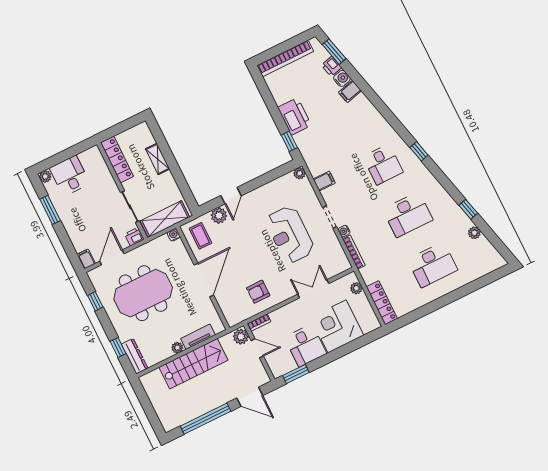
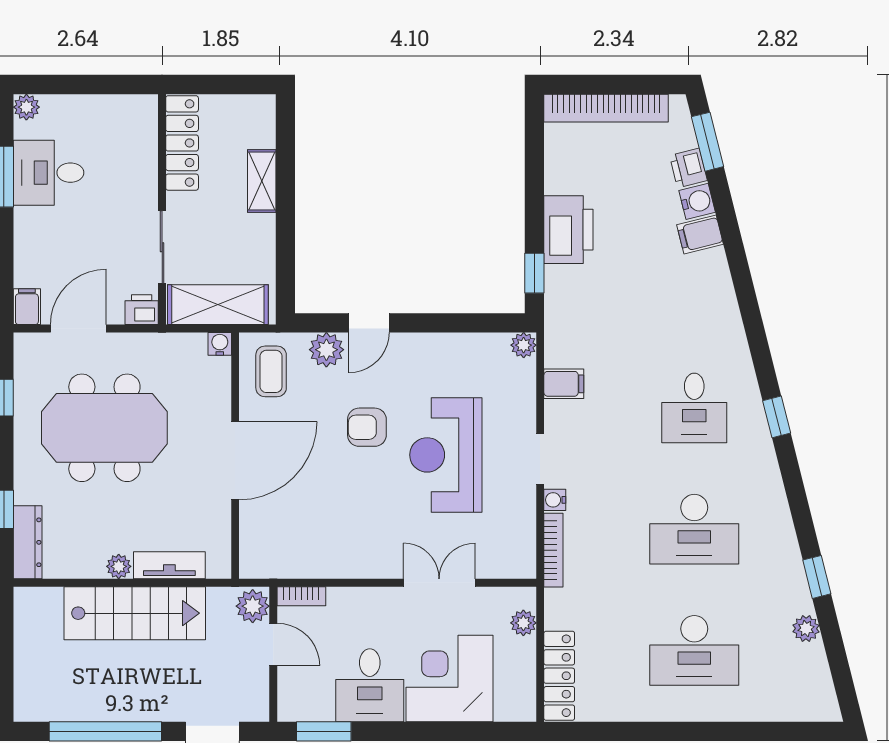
desk: (70, 176) -> (49, 173), moved, turned -90
armchair: (258, 292) -> (367, 427), moved

